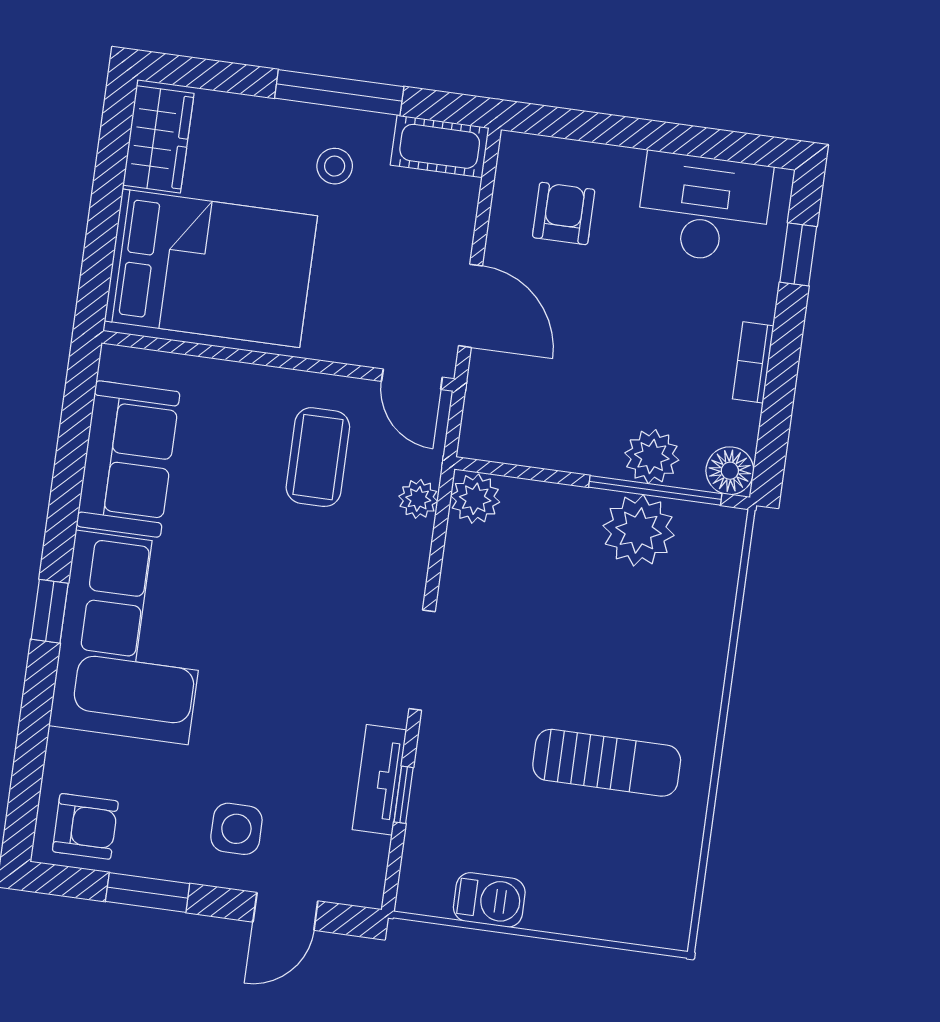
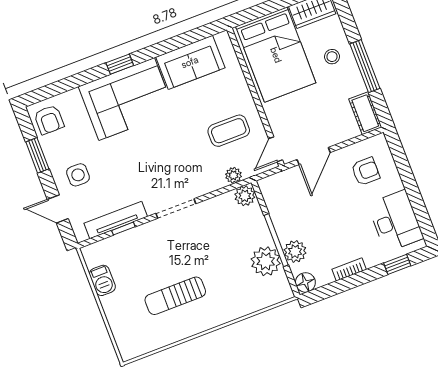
stool: (335, 166) -> (332, 57), moved
window: (655, 490) -> (276, 240), moved
sun lounger: (607, 763) -> (175, 296), turned 90
tv unit: (379, 780) -> (116, 220), width x1.41

